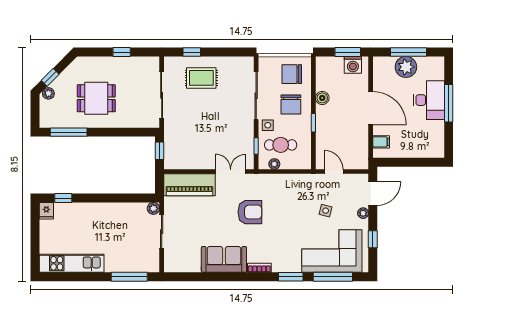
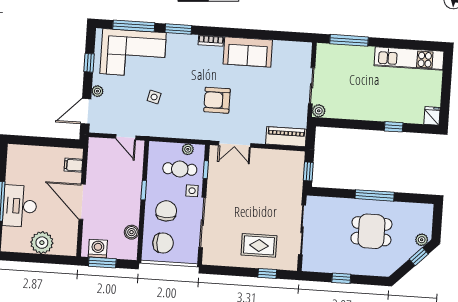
window: (408, 52) -> (38, 258), removed
boiler: (322, 98) -> (131, 232), moved
window: (69, 132) -> (375, 195), moved
piano: (189, 185) -> (286, 137), width x0.73, depth x0.75
window: (63, 198) -> (394, 127), moved
side table: (326, 211) -> (154, 97), moved

